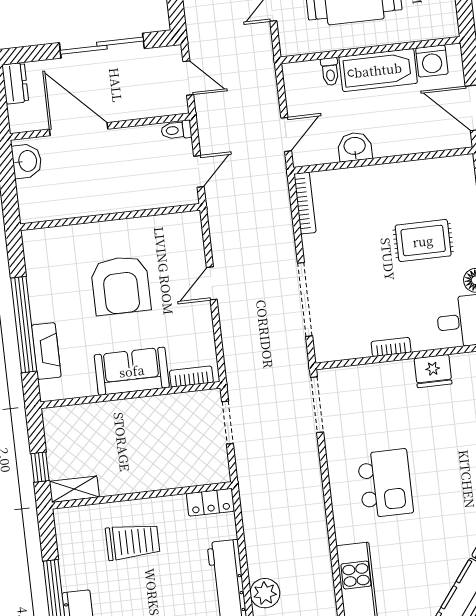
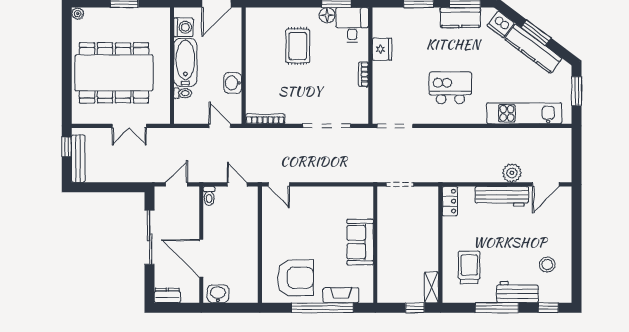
door: (79, 129) -> (201, 258), hinge flipped
door: (212, 283) -> (279, 184), moved
armchair: (121, 285) -> (295, 278), moved
bookcase: (191, 377) -> (368, 204), removed
trolley: (133, 542) -> (469, 267), moved

